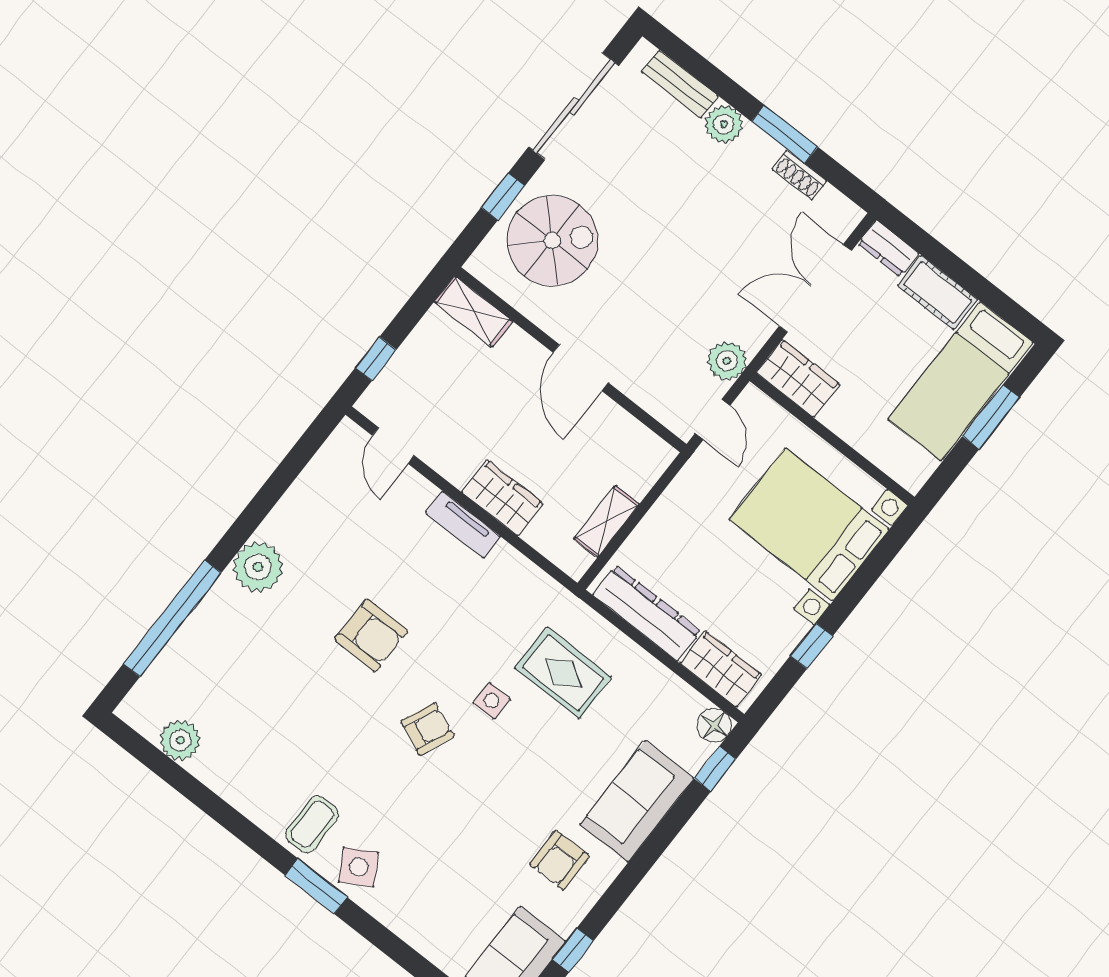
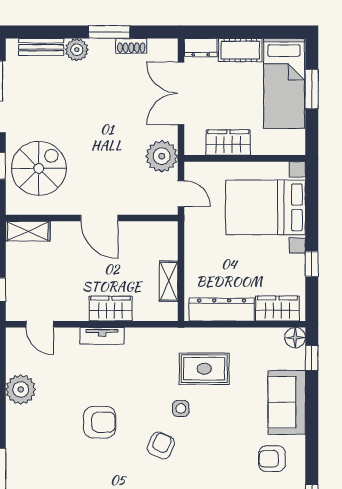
plant: (727, 361) -> (162, 156), width x1.36, depth x1.36
wardrobe: (798, 378) -> (228, 142), moved
plant: (258, 567) -> (21, 389), moved
armchair: (559, 860) -> (272, 459), turned 90

